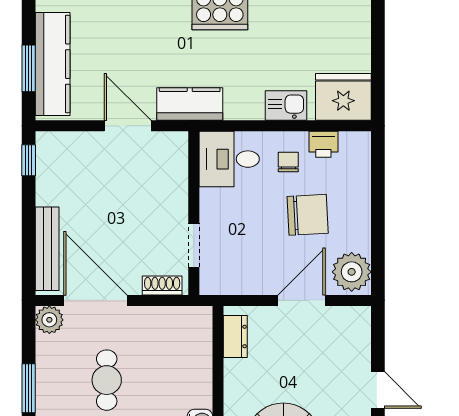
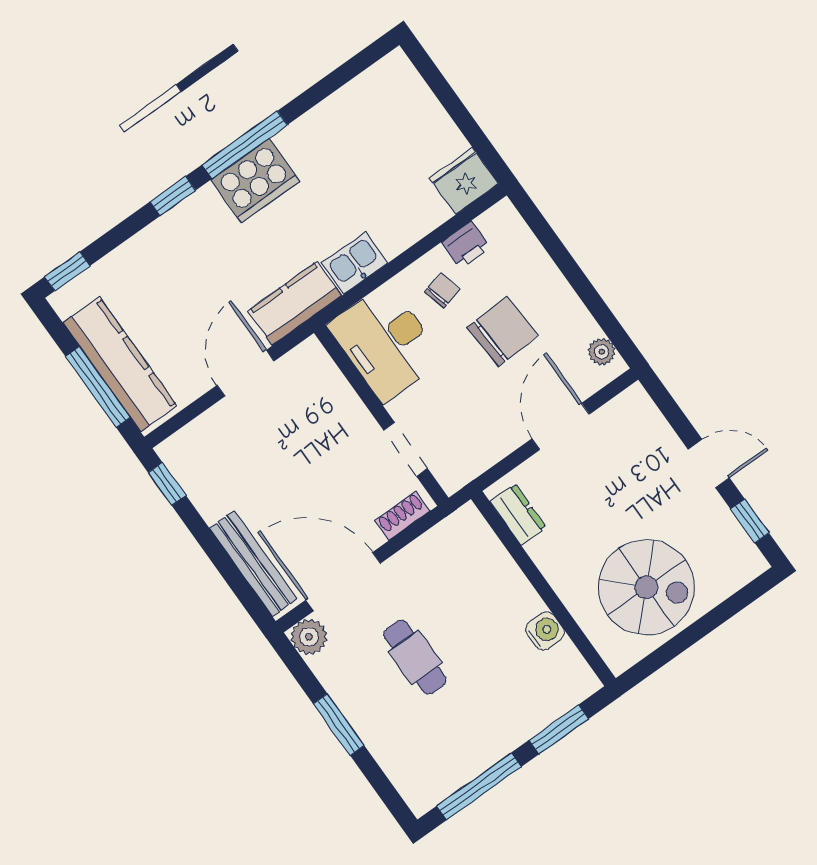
window: (29, 68) -> (98, 387), width x1.44
fridge: (343, 97) -> (464, 181), width x0.73, depth x0.75
kitchen sink: (286, 106) -> (355, 263), moved
door: (128, 126) -> (246, 373), hinge flipped
desk: (229, 159) -> (386, 343), width x1.37
chair: (288, 162) -> (442, 290), turned 76
plant: (352, 272) -> (602, 352), width x0.53, depth x0.53

